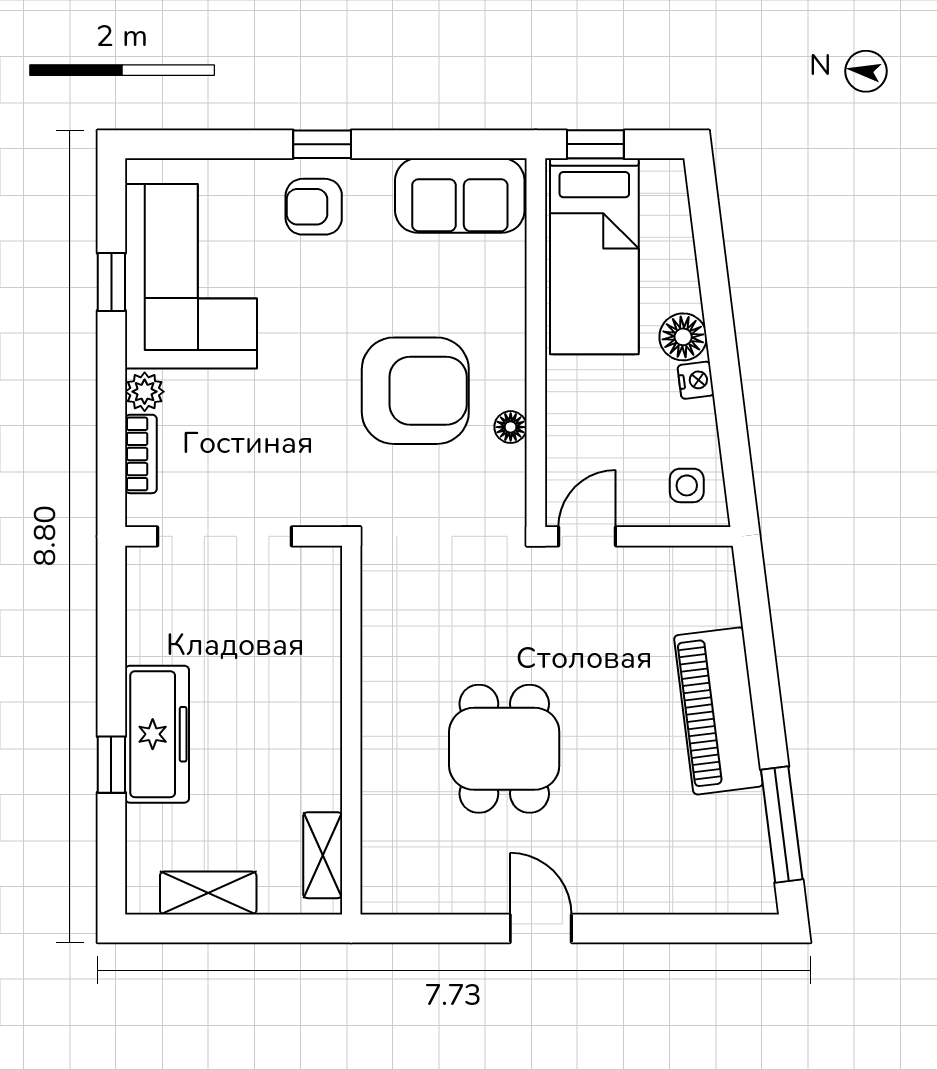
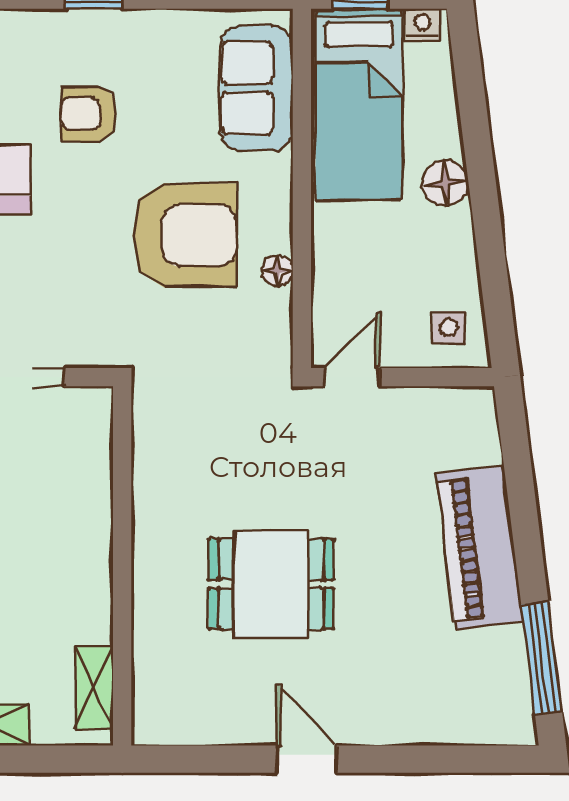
sofa: (460, 195) -> (257, 88), moved, turned 90
armchair: (314, 207) -> (88, 114), moved
nightstand: (696, 380) -> (423, 25), moved, turned -83
dining table: (504, 749) -> (271, 584), turned 90

